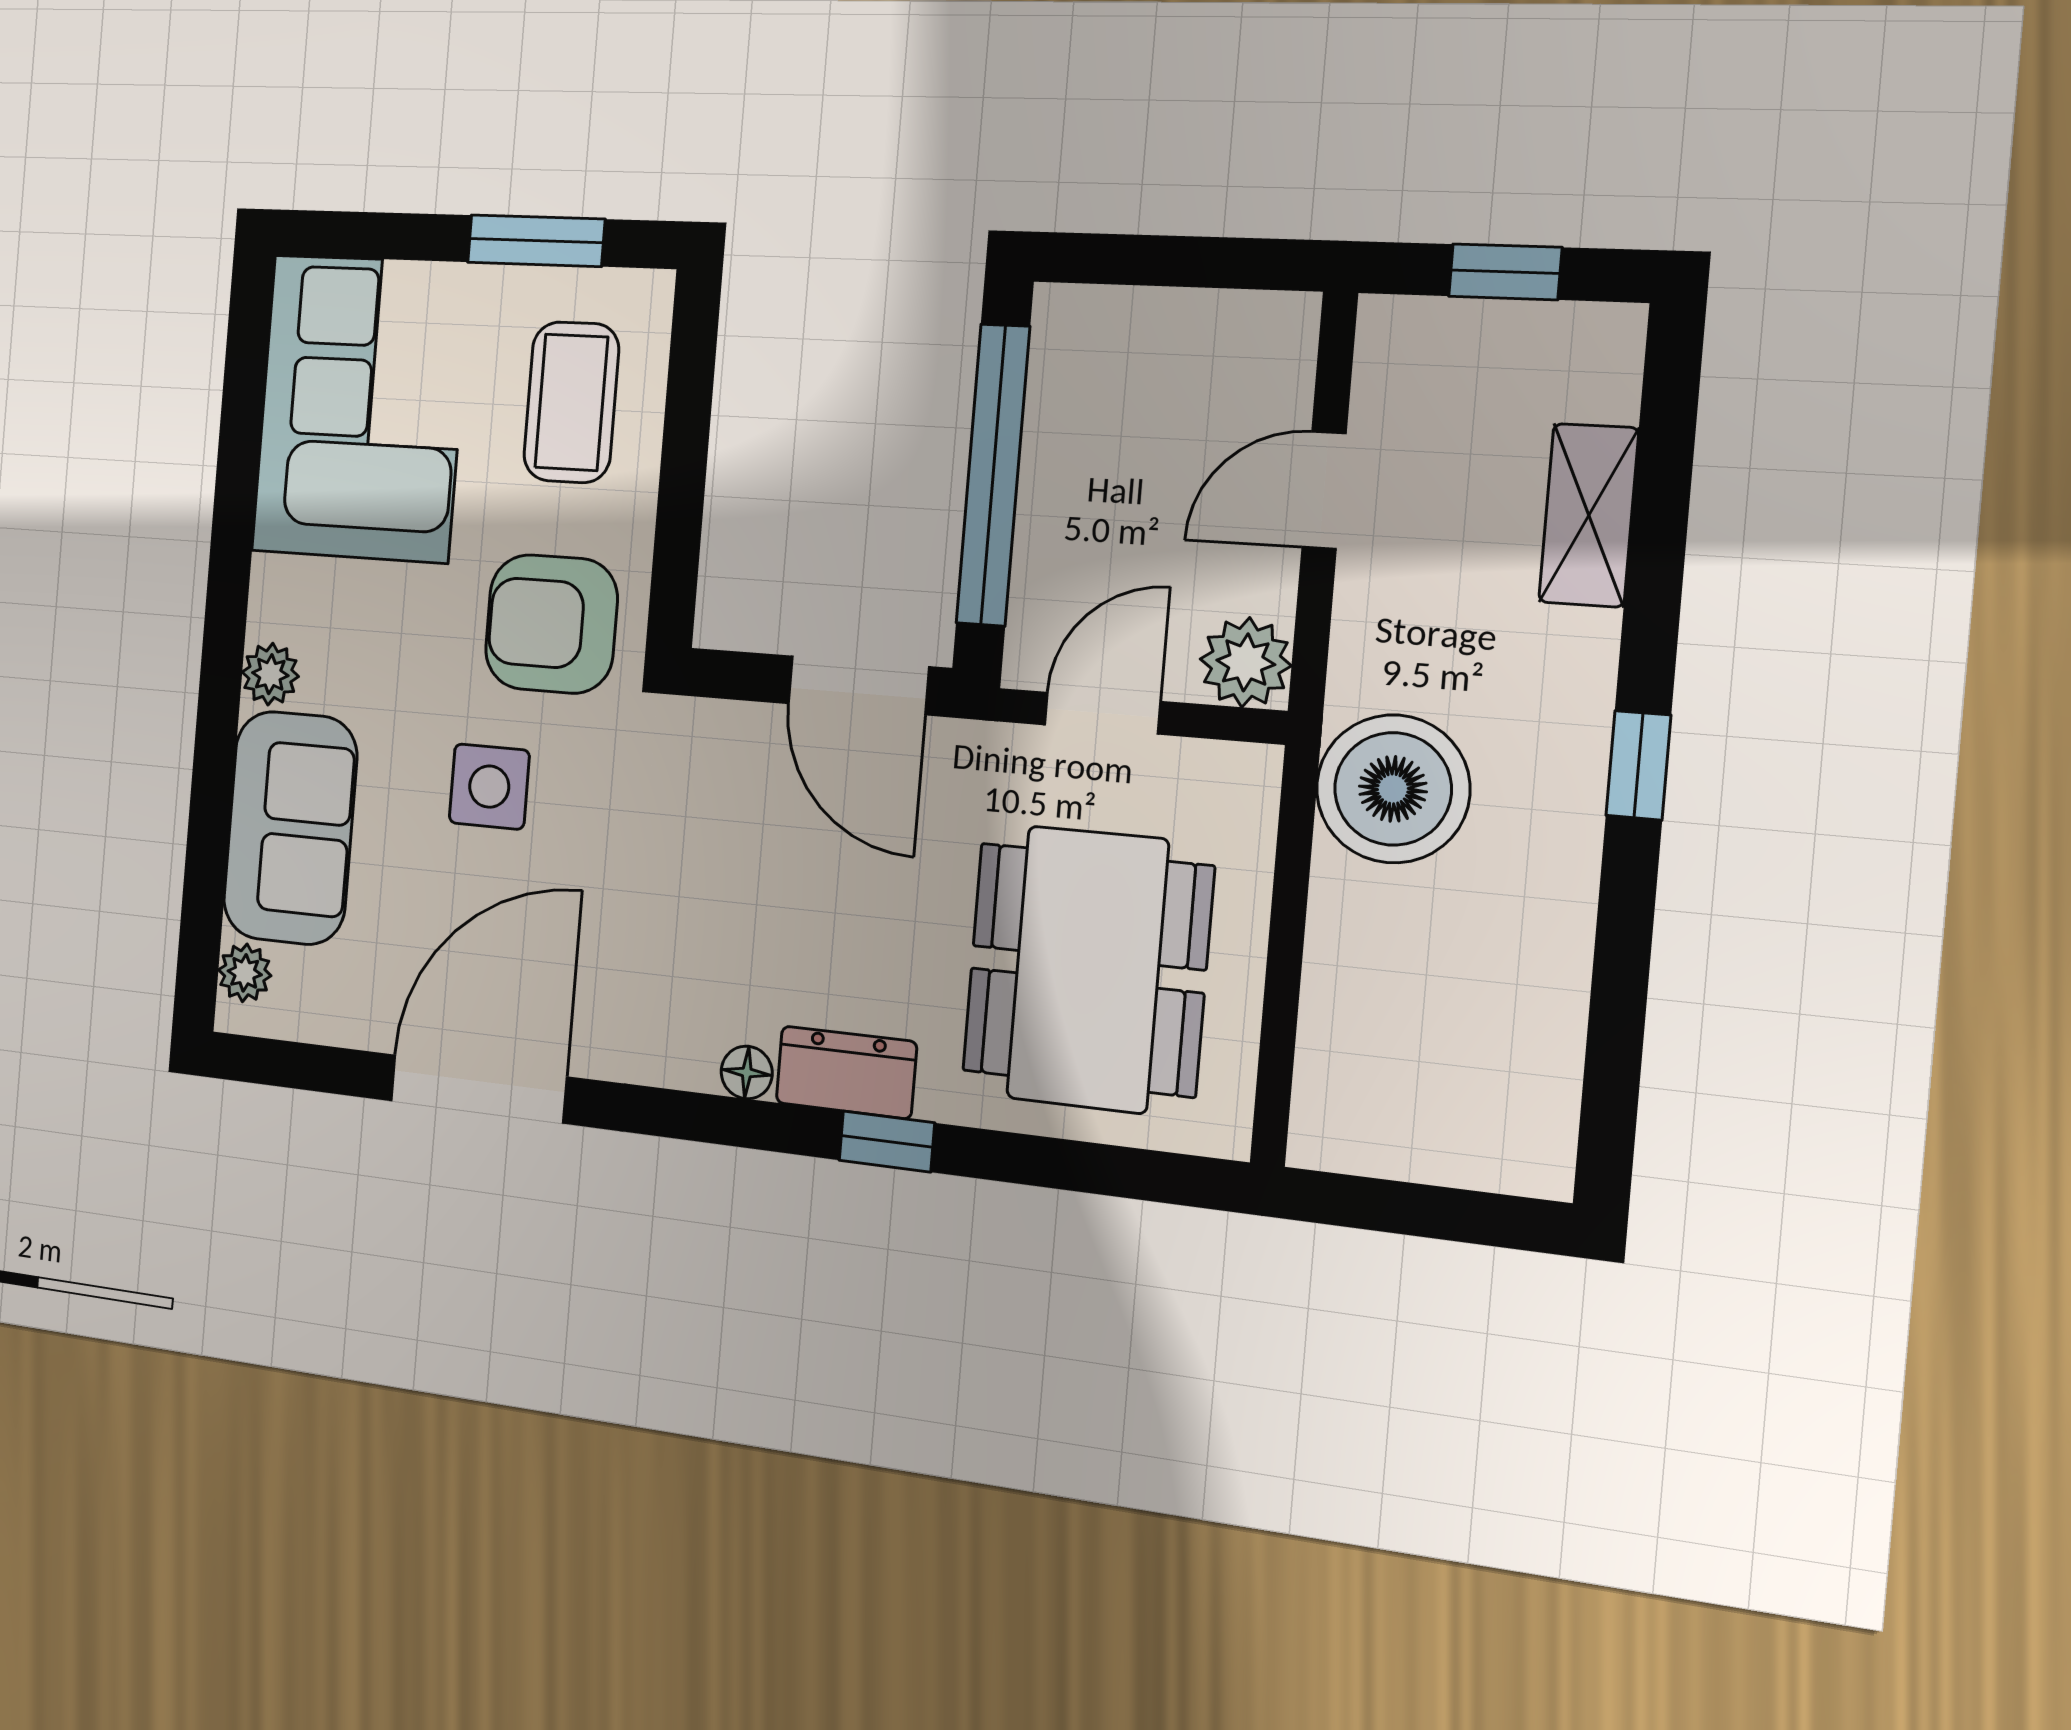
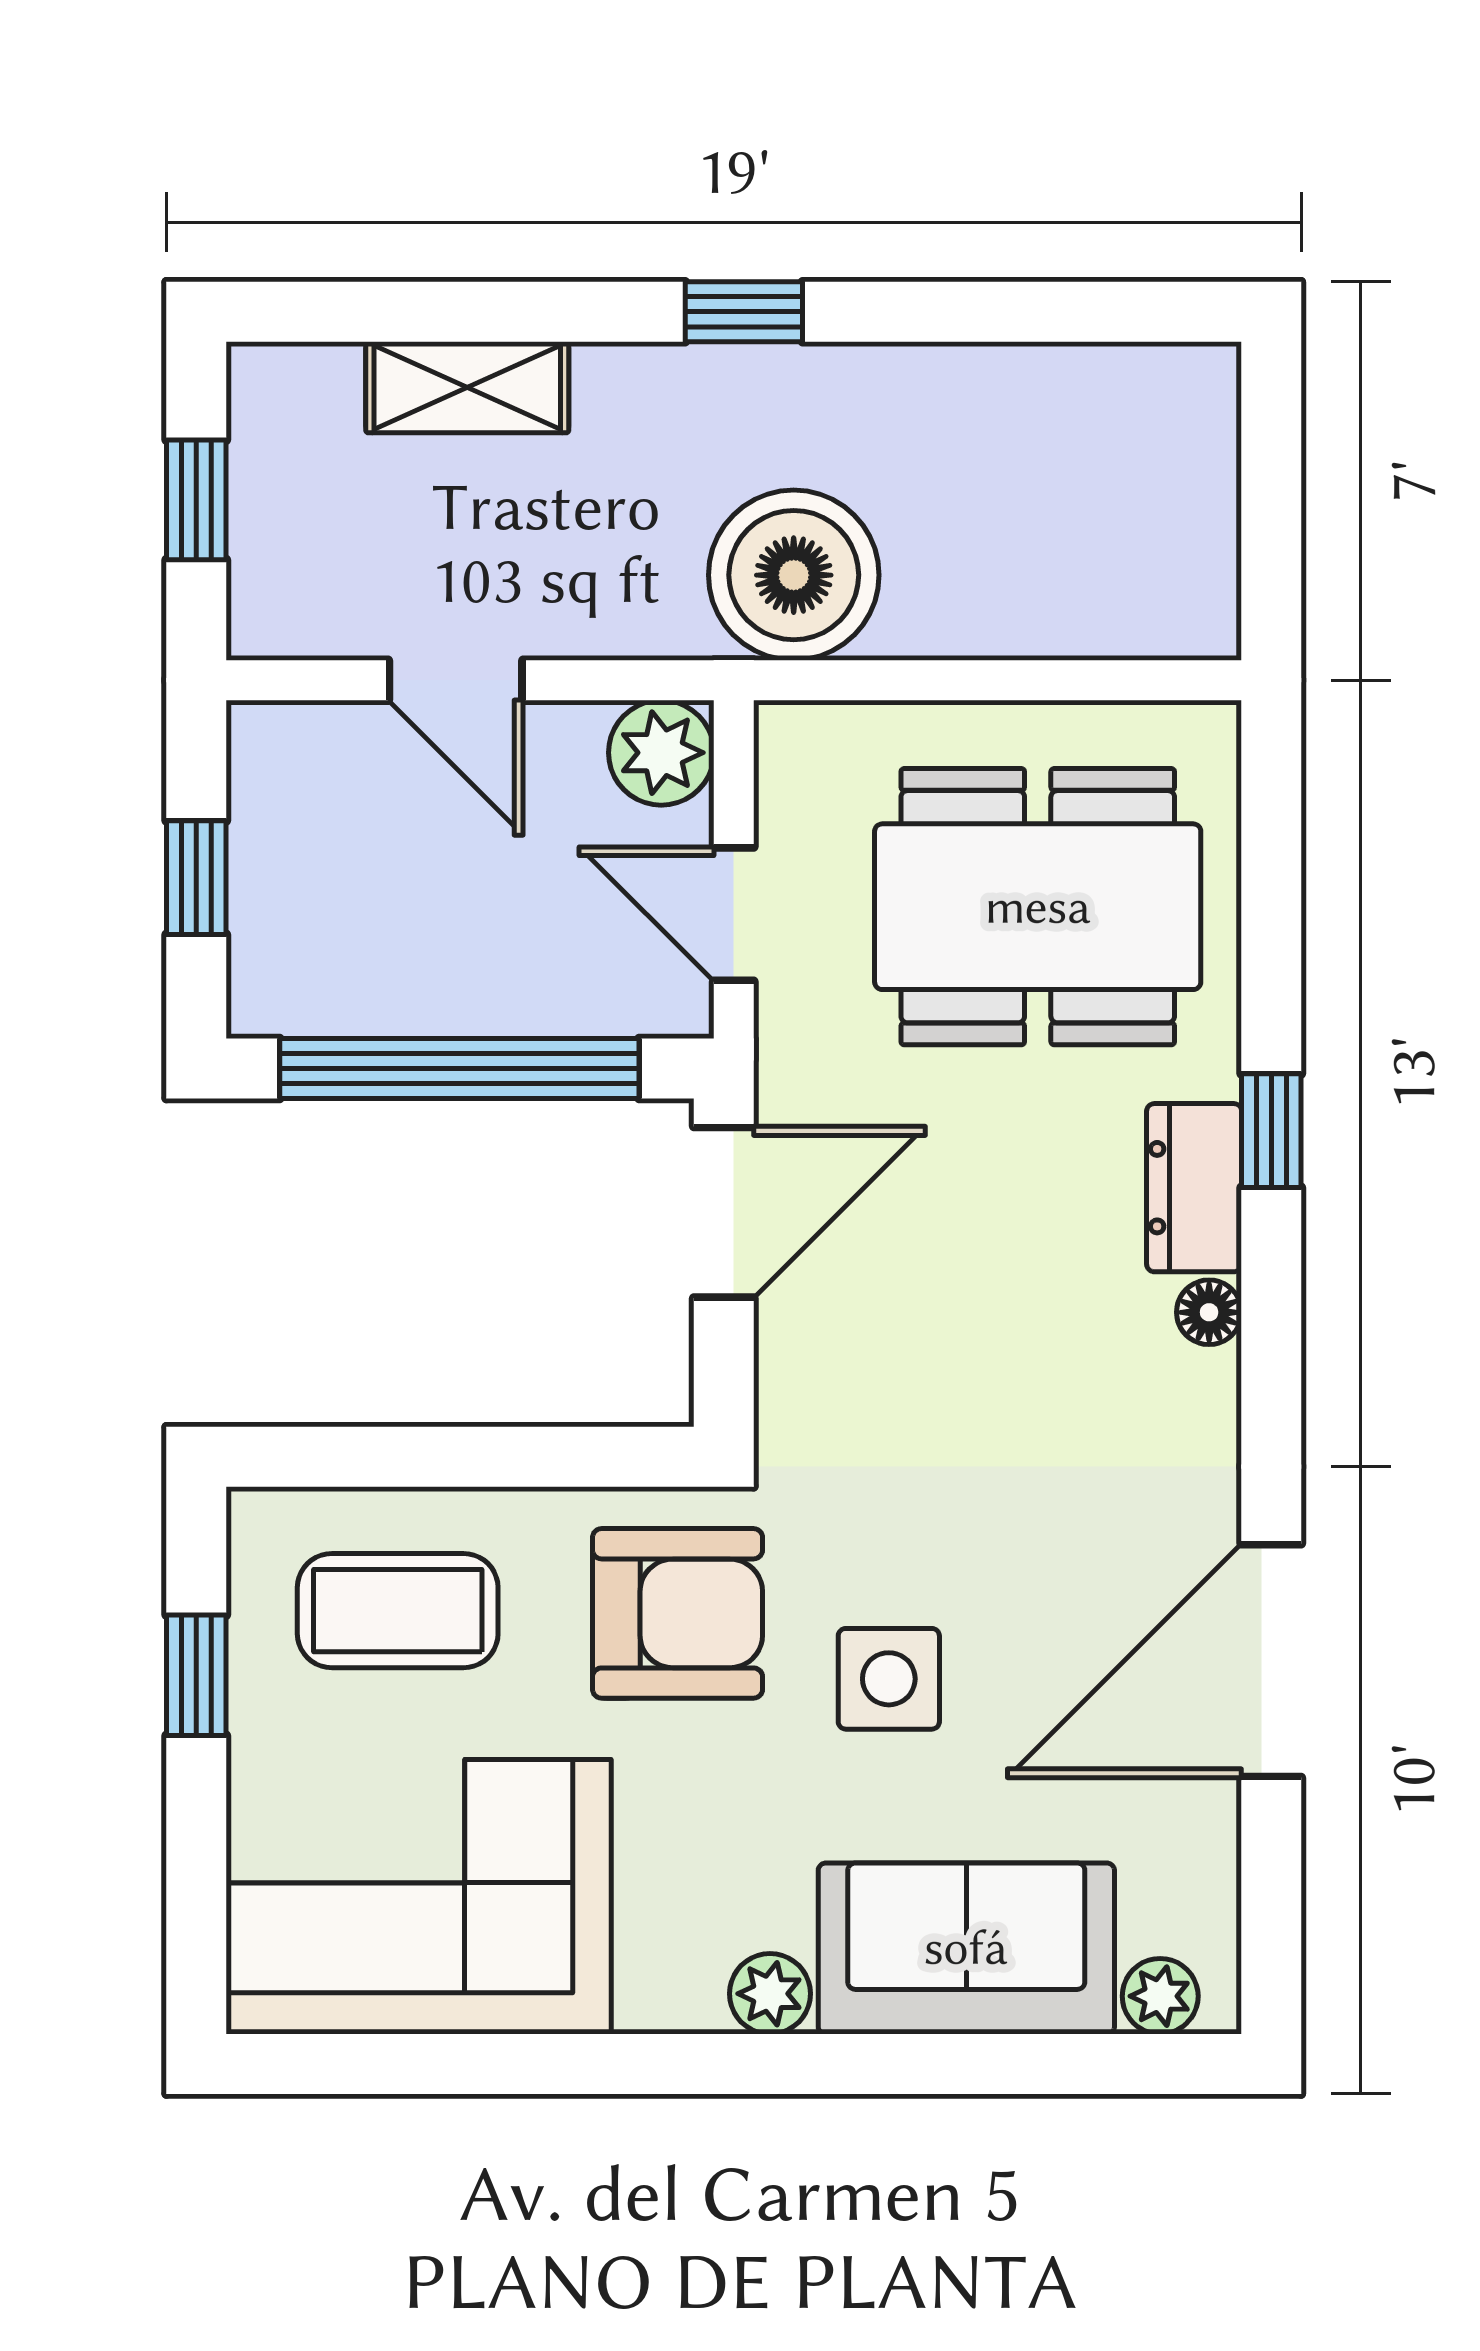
window: (536, 241) -> (196, 1675), width x0.67
window: (1171, 261) -> (196, 878), added
armchair: (551, 624) -> (678, 1613), turned -90
door: (478, 1089) -> (1271, 1661), hinge flipped

